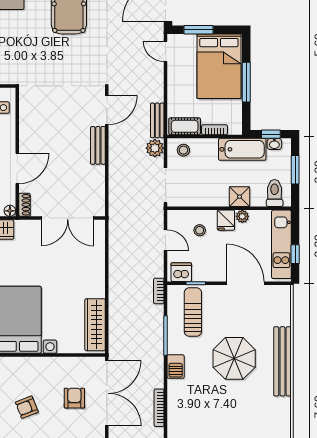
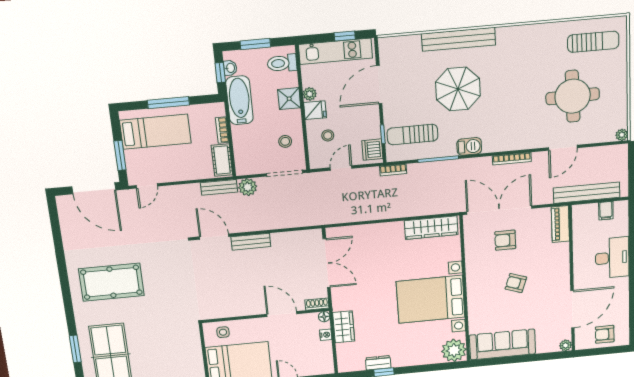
bed: (219, 66) -> (155, 132), width x0.67
stool: (183, 150) -> (285, 141), moved
armchair: (27, 407) -> (516, 283), turned 130

